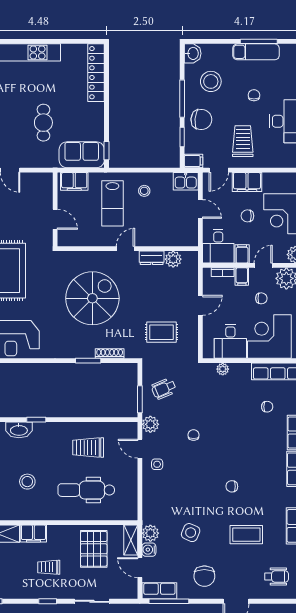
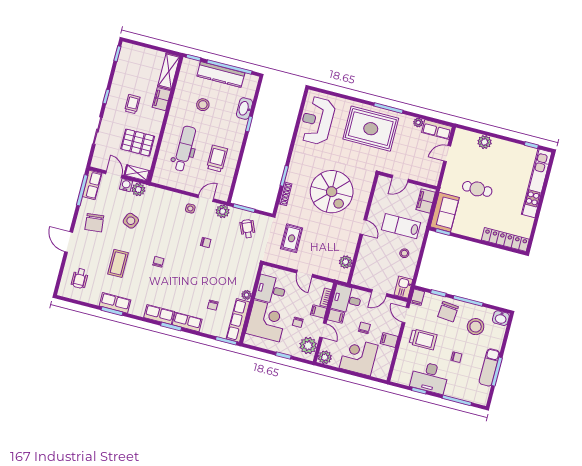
filing cabinet: (247, 182) -> (389, 340), width x0.50
dresser: (152, 258) -> (351, 245), removed
plant: (223, 369) -> (246, 295), moved
door: (140, 568) -> (114, 174), hinge flipped
chair: (204, 576) -> (94, 223), turned -96

